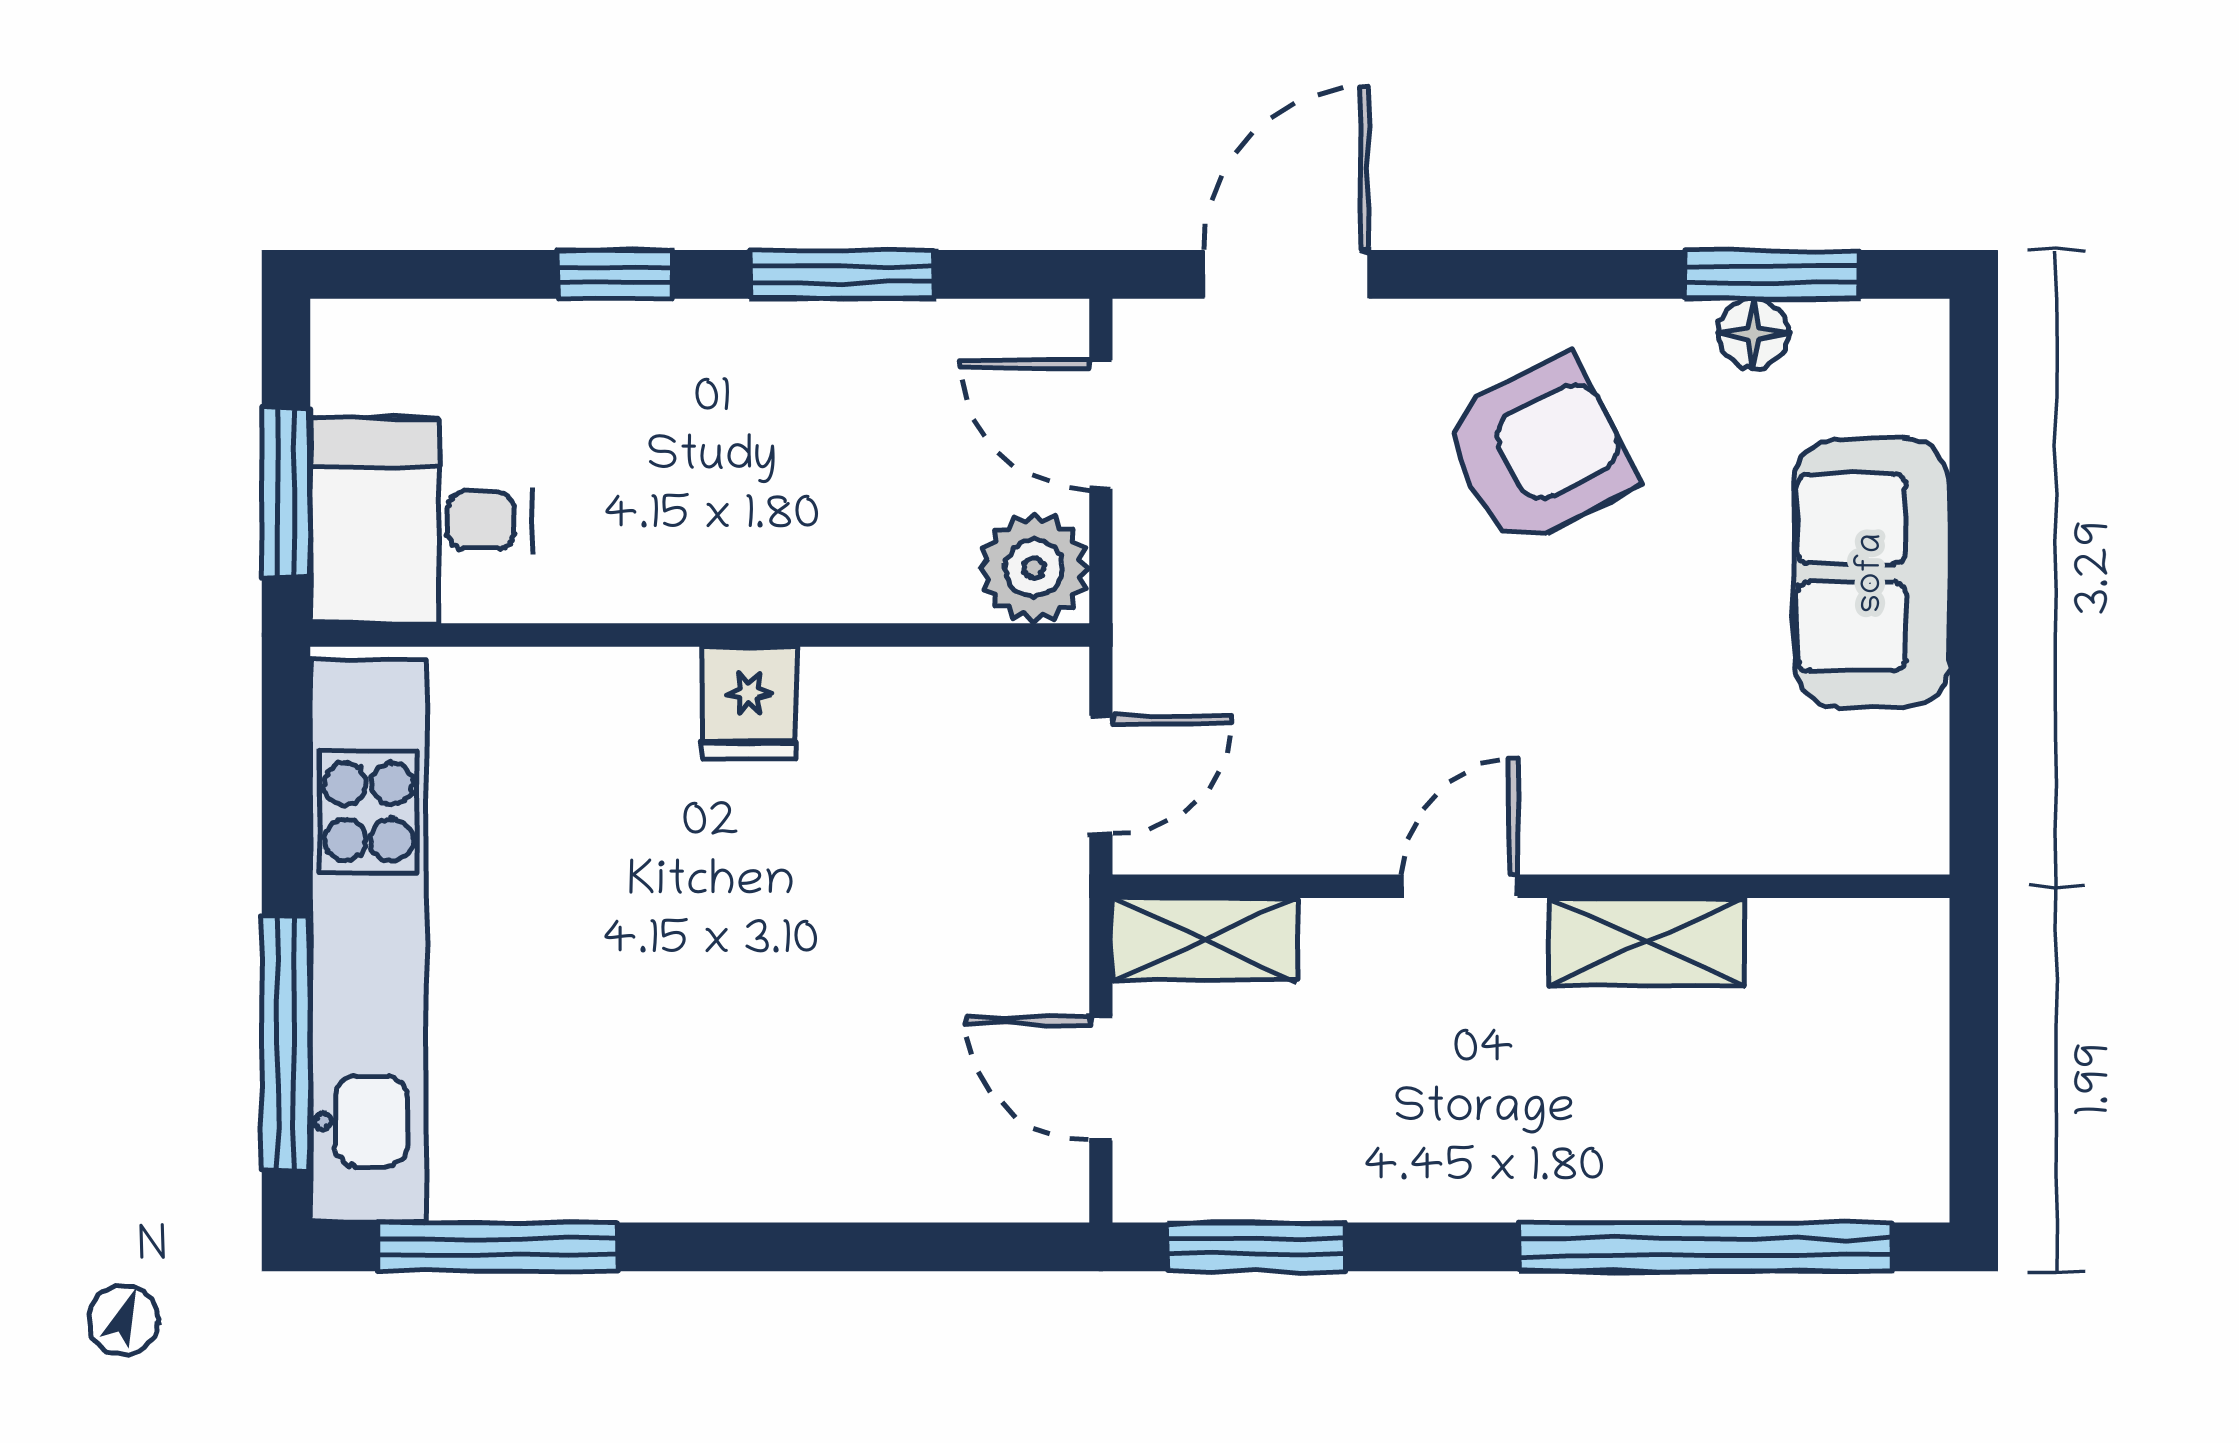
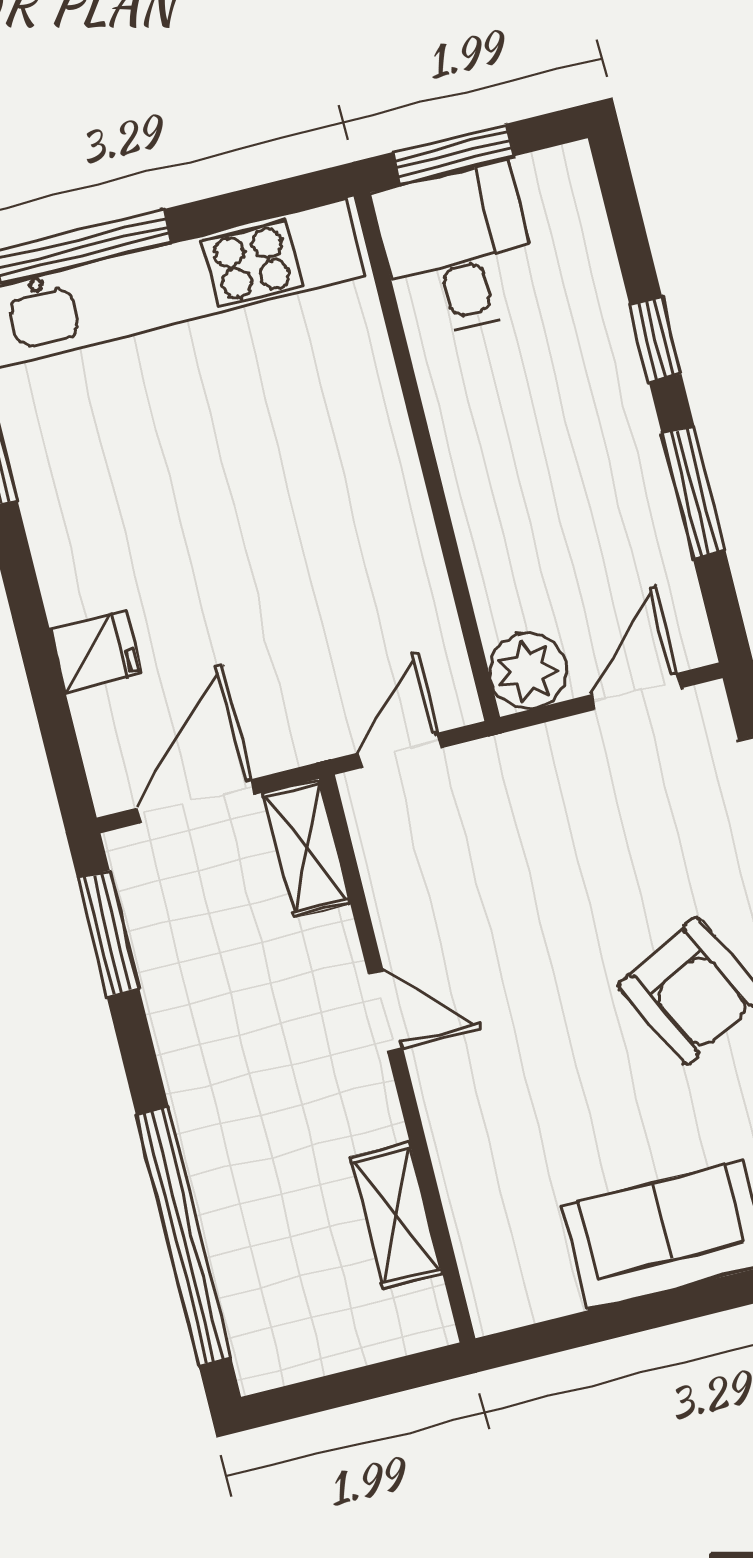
fridge: (749, 703) -> (95, 652), moved, turned 180
door: (1101, 775) -> (400, 750), swing flipped
shelving: (1647, 942) -> (396, 1215), moved
door: (1101, 1078) -> (196, 801), width x1.38

